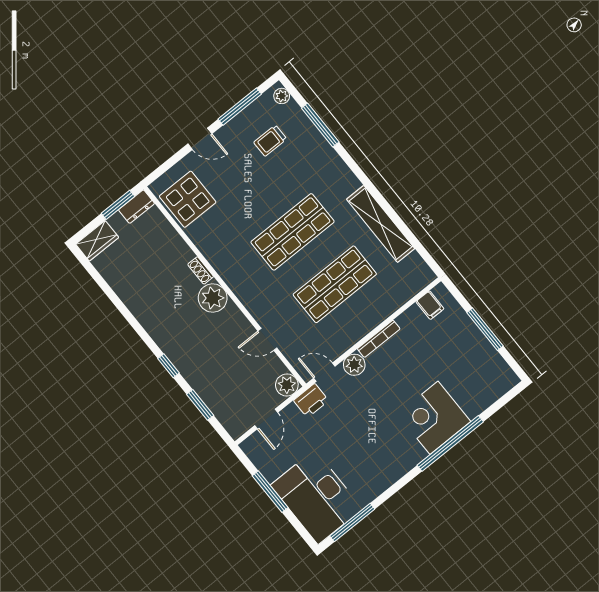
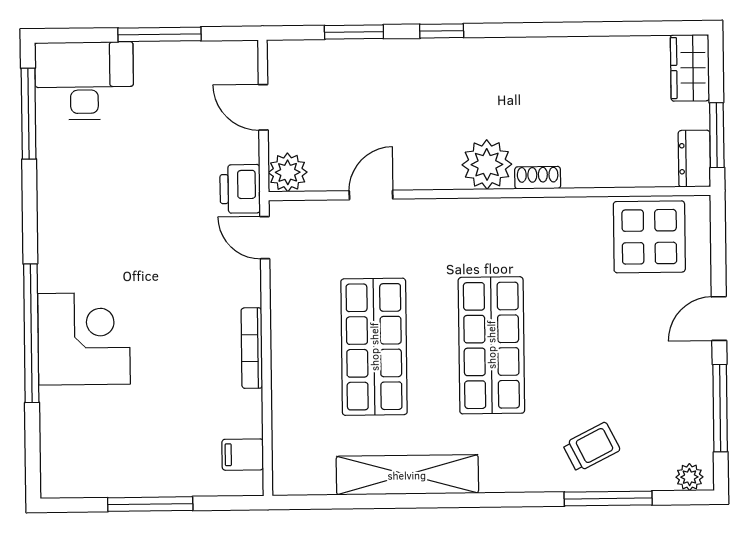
trolley: (270, 141) -> (591, 447), moved, turned 63
plant: (354, 365) -> (243, 287), removed
door: (324, 372) -> (265, 238), swing flipped
desk: (316, 497) -> (84, 81), width x0.73, depth x0.77

